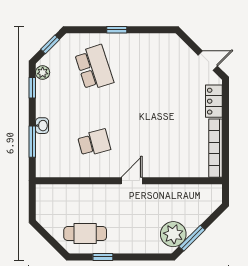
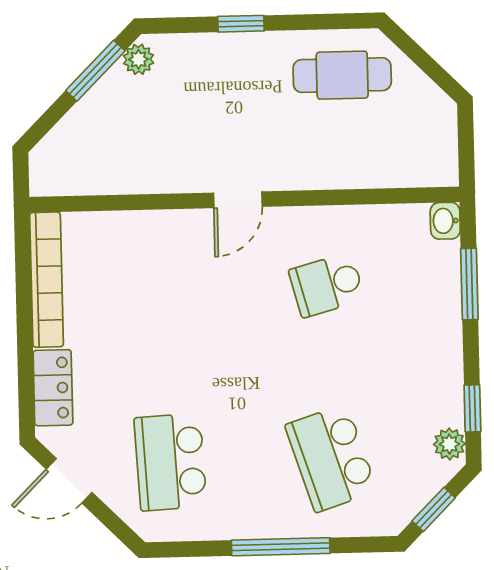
window: (117, 30) -> (281, 547), width x2.17
school desk: (164, 68) -> (170, 462), added
washbasin: (42, 126) -> (445, 221), moved
plant: (173, 234) -> (139, 59), width x0.53, depth x0.53
window: (103, 257) -> (241, 24), moved

